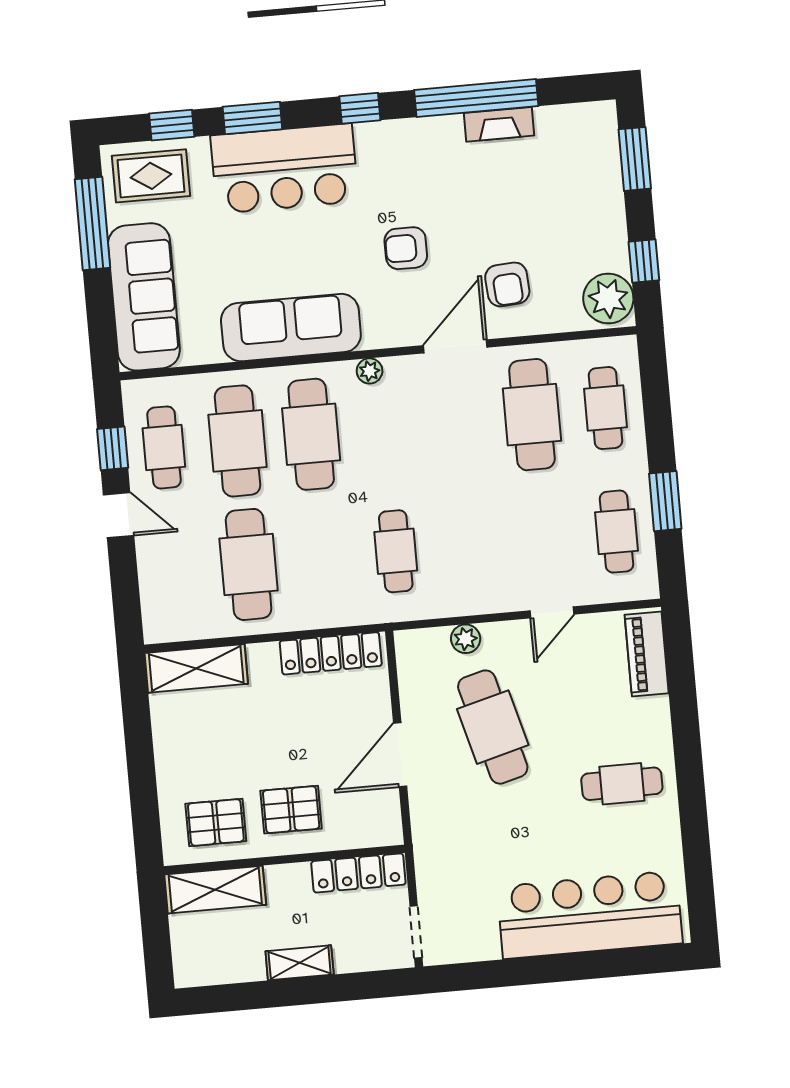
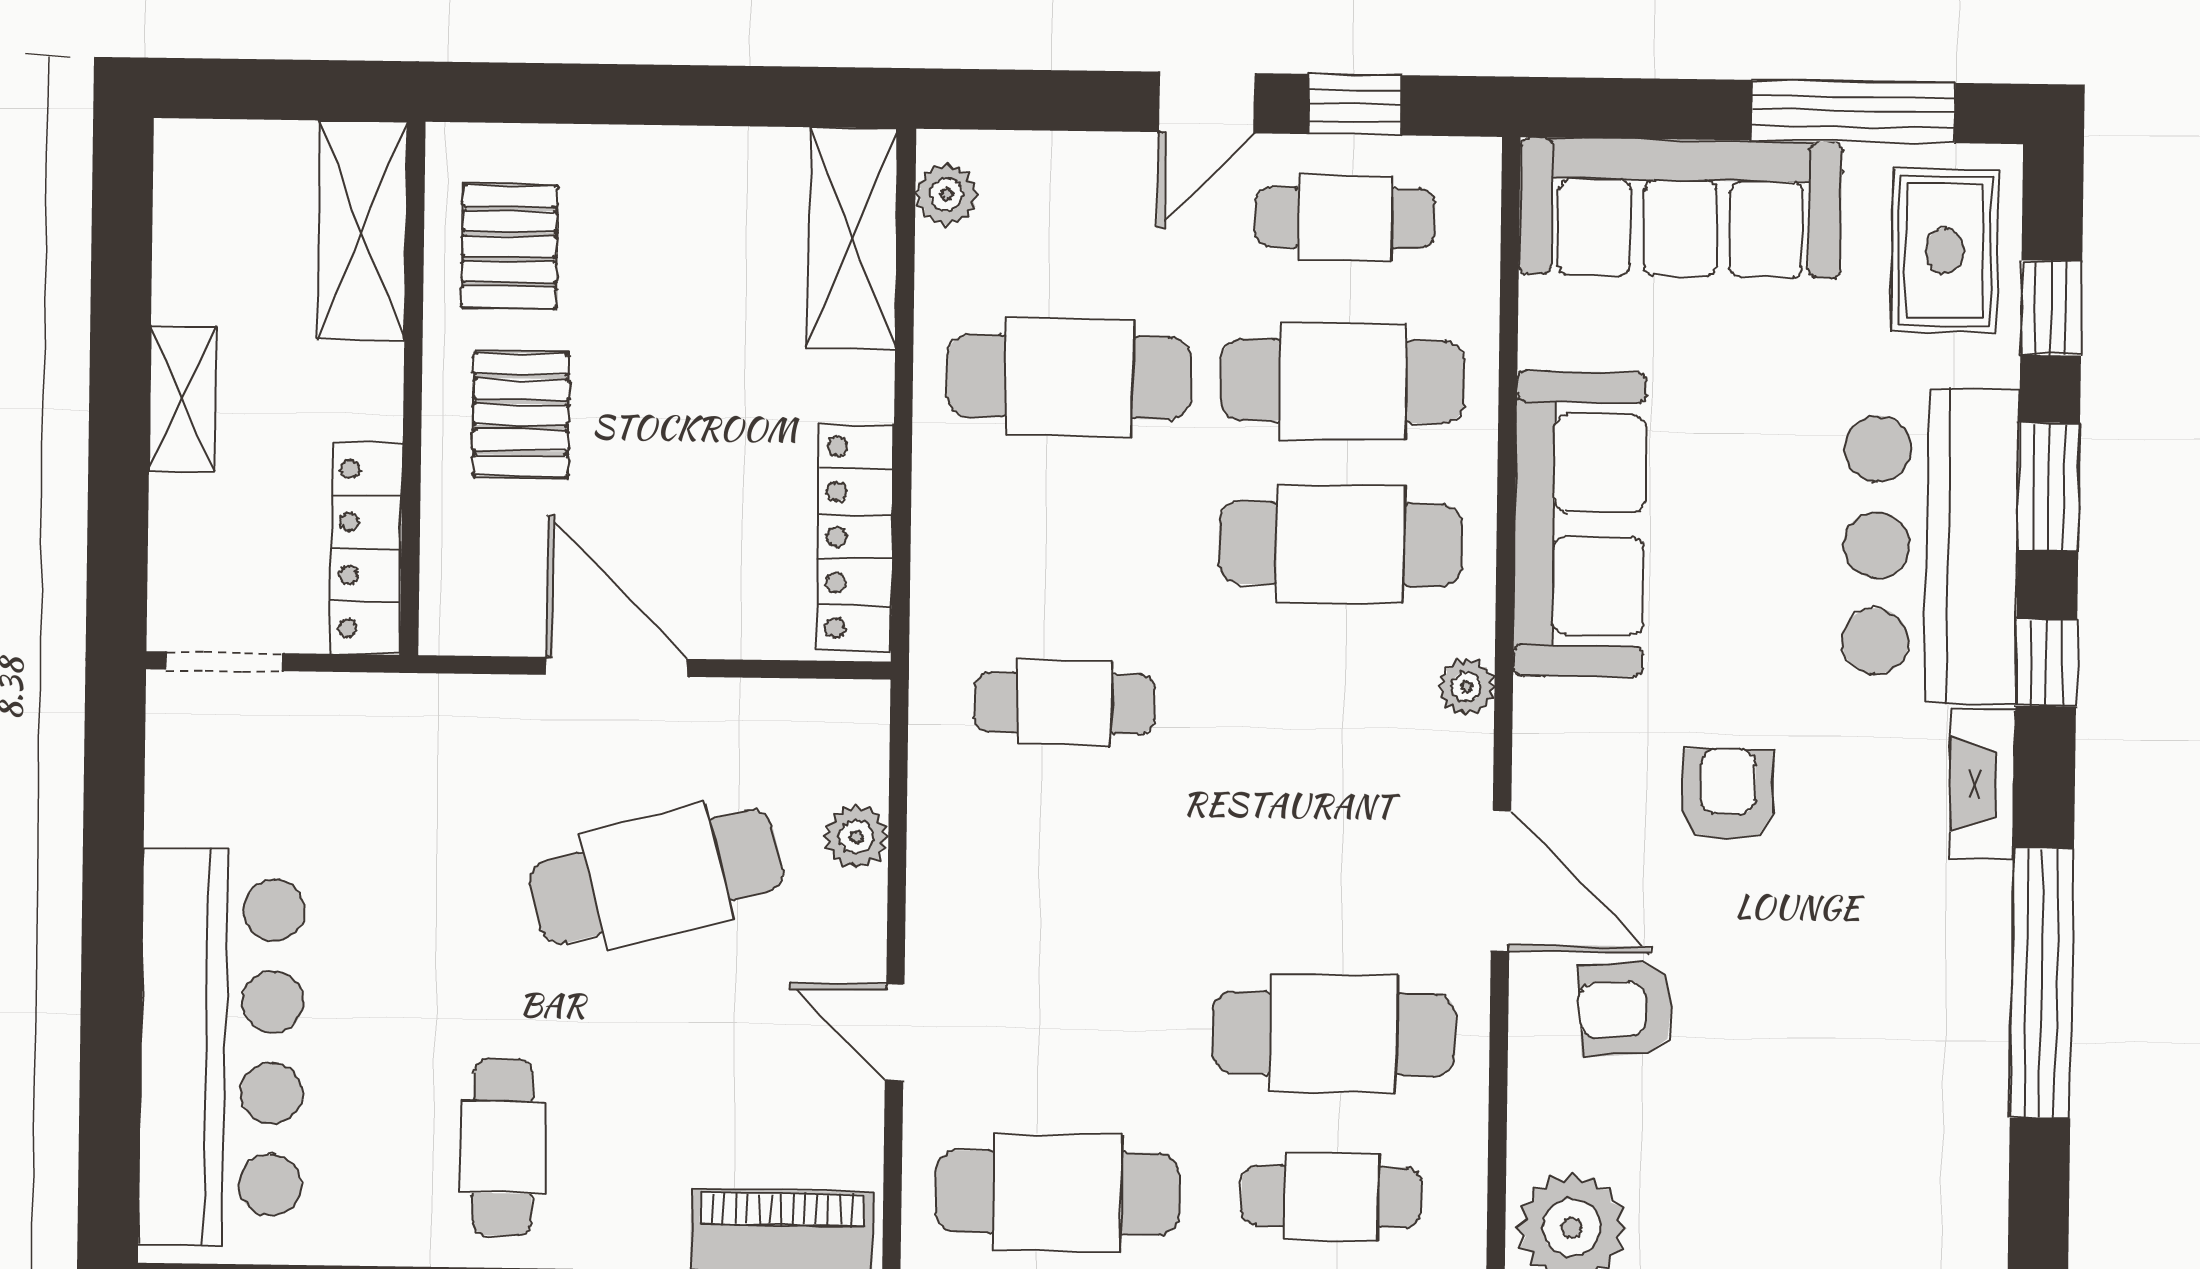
window: (360, 108) -> (2046, 663), moved
fireplace: (499, 124) -> (1982, 784), moved
cafe table: (617, 532) -> (1058, 1193), width x1.37, depth x1.35
plant: (172, 628) -> (947, 194), added

